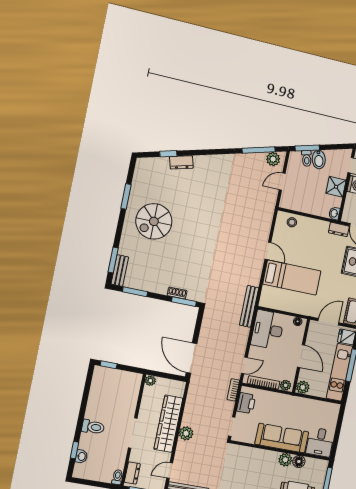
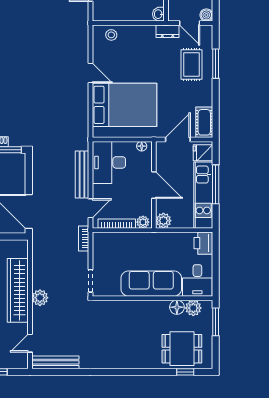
bed: (292, 278) -> (124, 105), width x1.50
bench: (249, 306) -> (82, 174), moved
printer: (246, 403) -> (203, 243), moved, turned 180
plant: (285, 460) -> (193, 308), moved

